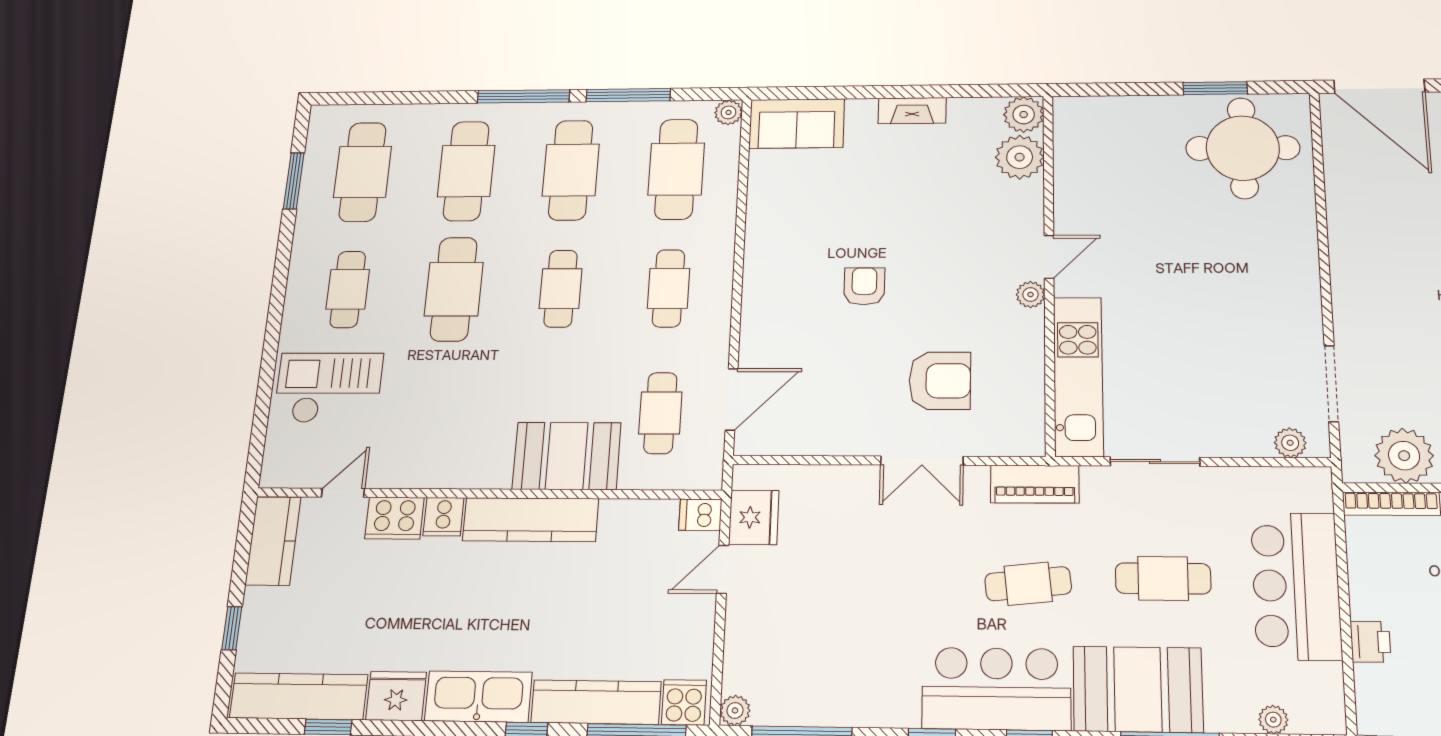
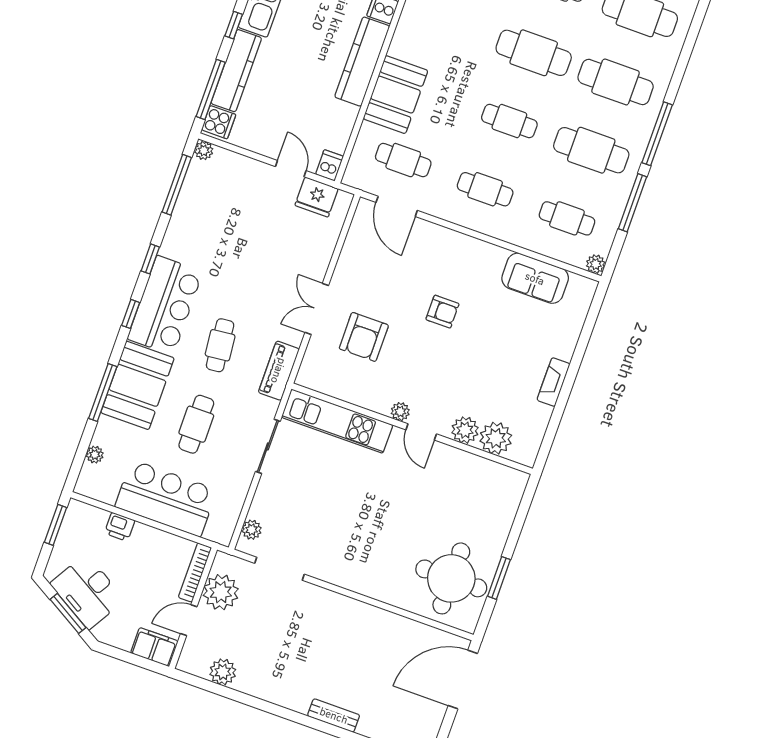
plant: (1024, 115) -> (465, 430), moved
sofa: (797, 124) -> (535, 278), moved, turned -90
cafe table: (676, 169) -> (567, 218), width x0.73, depth x0.74

